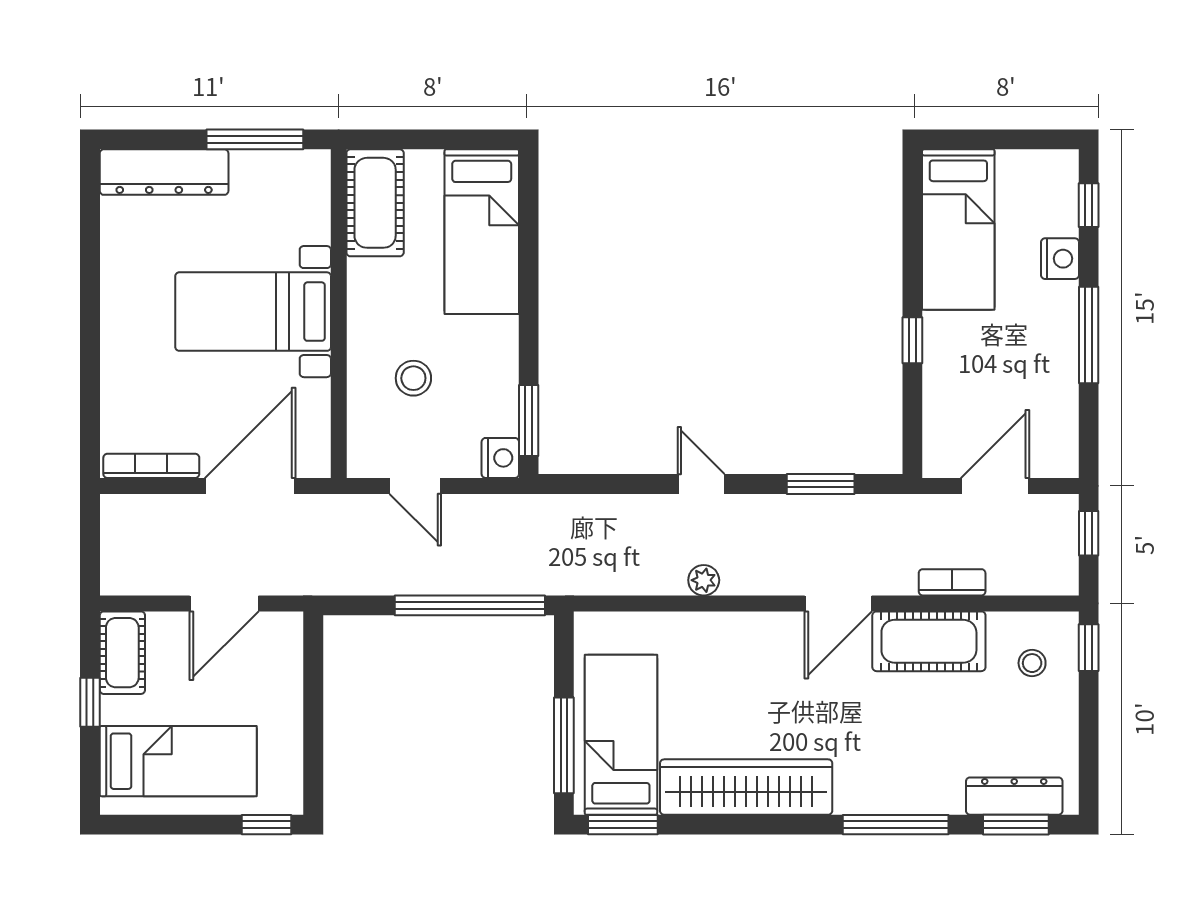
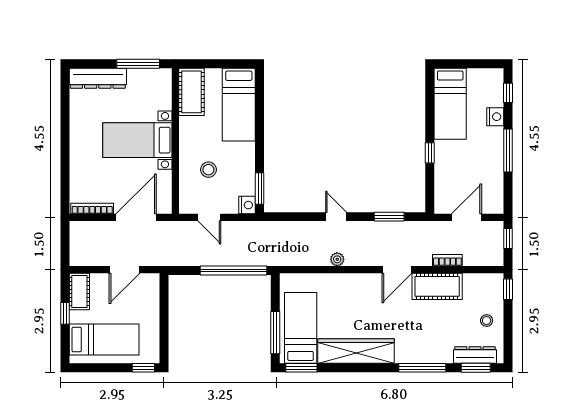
stool: (1032, 663) -> (487, 321), moved

